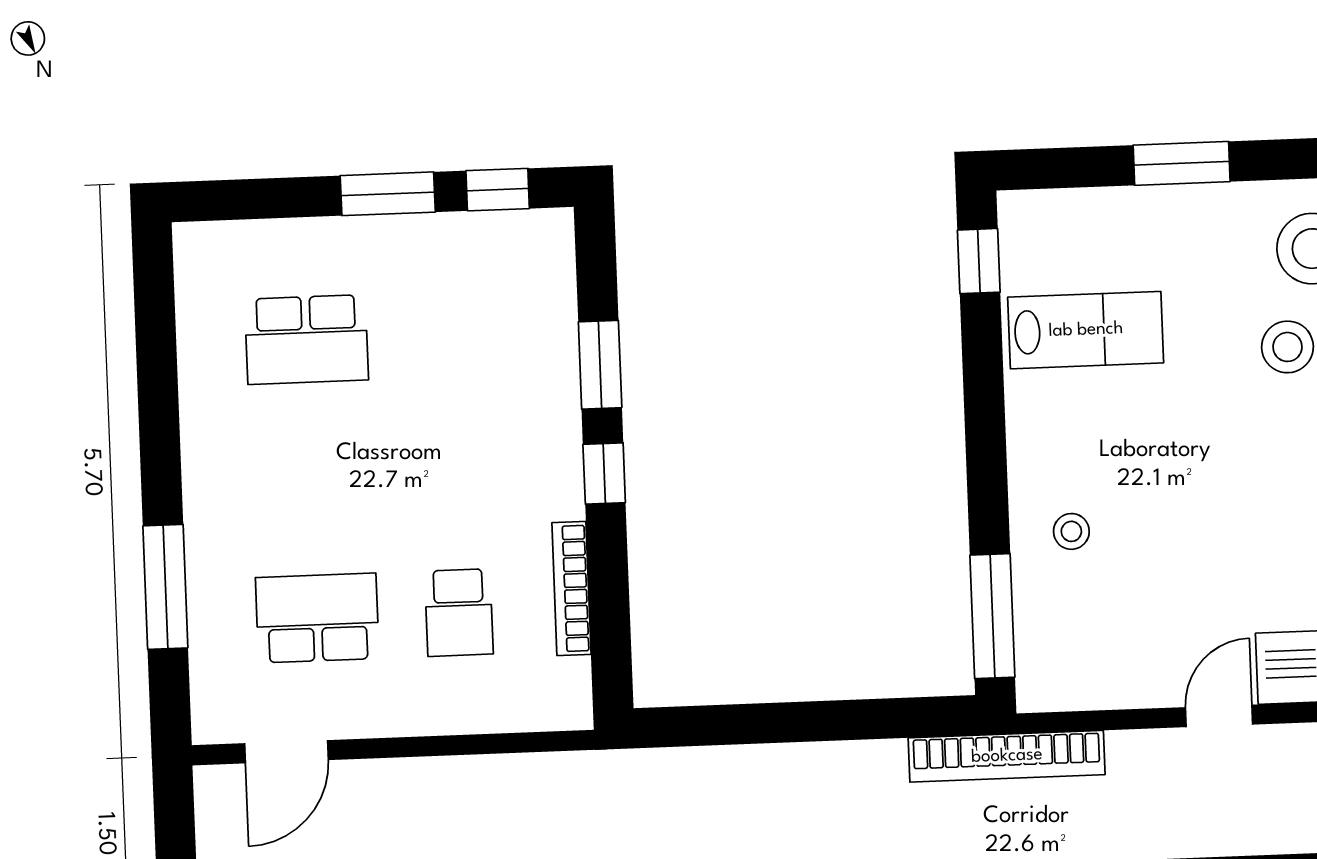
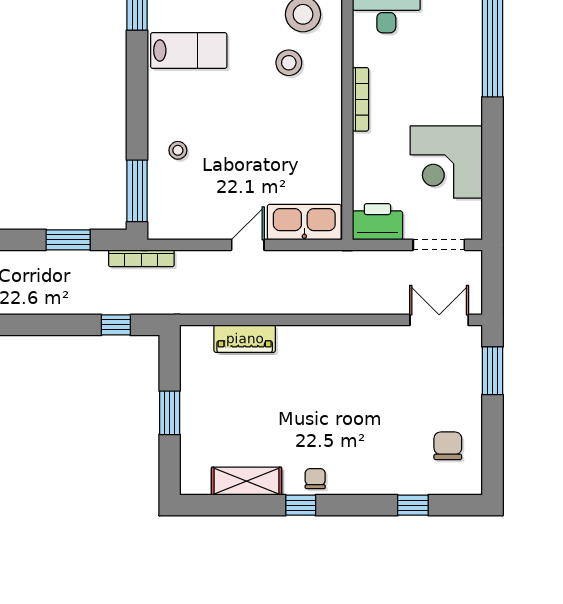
window: (858, 720) -> (68, 240), added
bookcase: (1007, 756) -> (141, 258), width x0.68, depth x0.76

